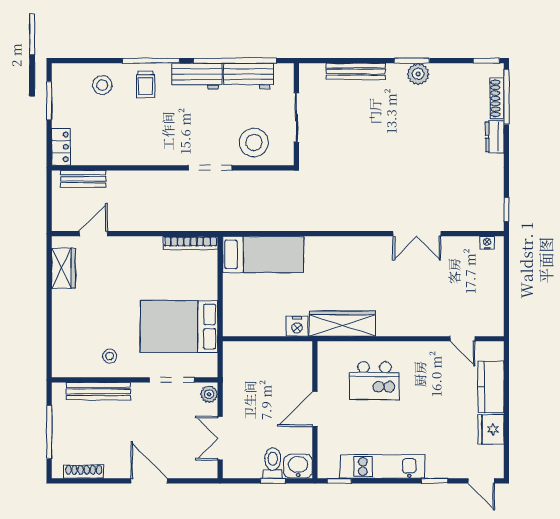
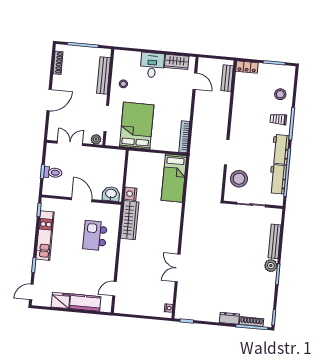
plant: (418, 74) -> (271, 266), moved
desk: (73, 310) -> (152, 65), added
washbasin: (298, 466) -> (111, 194), moved, turned -90

